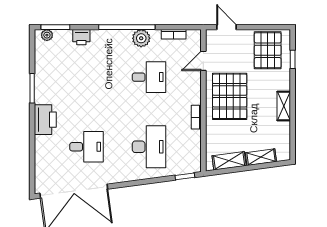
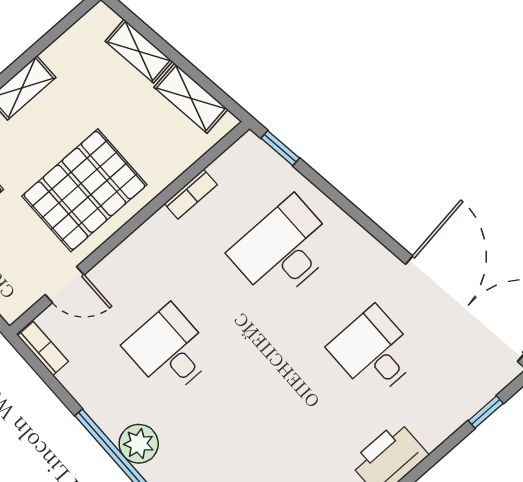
bookcase: (174, 34) -> (43, 349), moved
plant: (141, 38) -> (139, 444), moved
bookcase: (196, 117) -> (191, 194), moved
window: (32, 167) -> (486, 412), added

